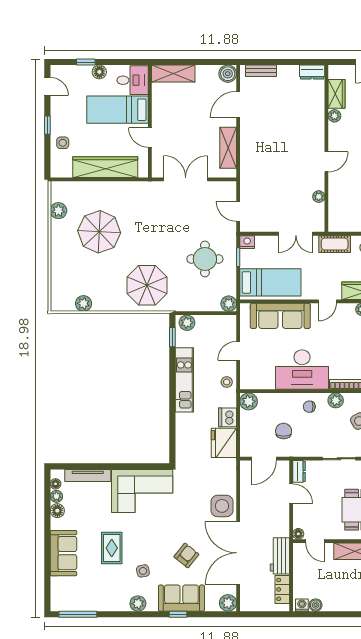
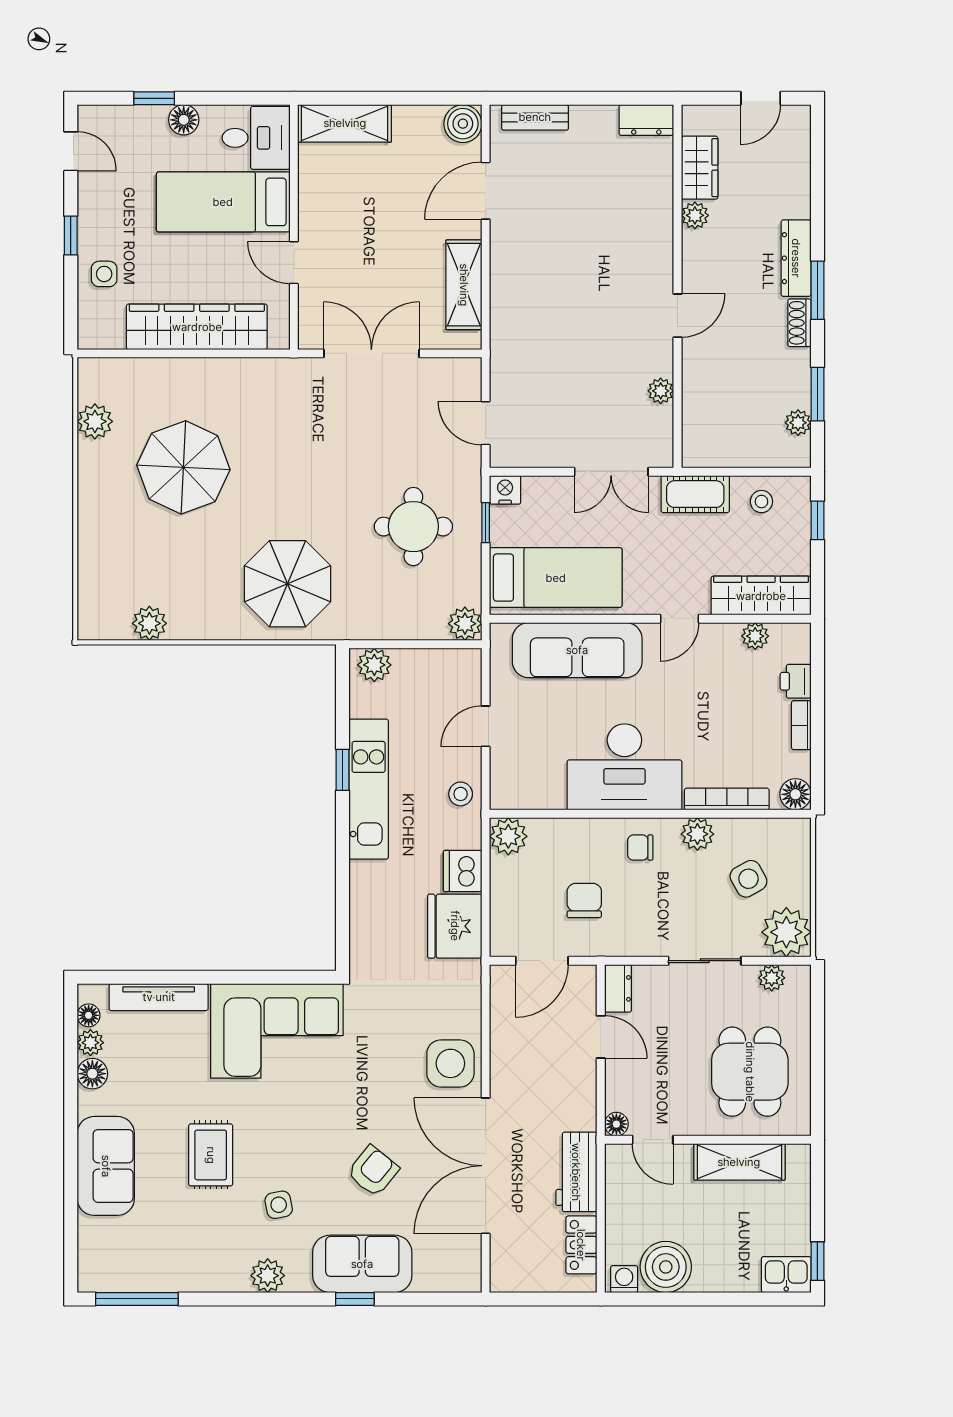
window: (172, 337) -> (342, 770), moved
plant: (228, 603) -> (463, 1274), removed
boiler: (316, 605) -> (666, 1267), width x1.86, depth x1.86

